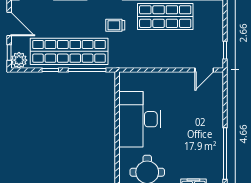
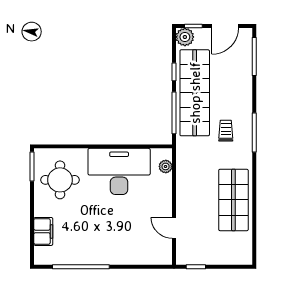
trolley: (115, 25) -> (226, 131), moved
door: (204, 70) -> (174, 228), moved
plant: (135, 78) -> (166, 166), added

